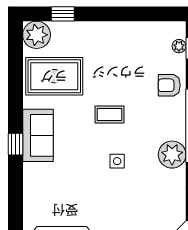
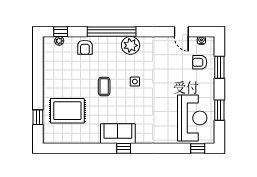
plant: (37, 35) -> (52, 134), removed
rug: (54, 76) -> (67, 111), moved, turned 90

